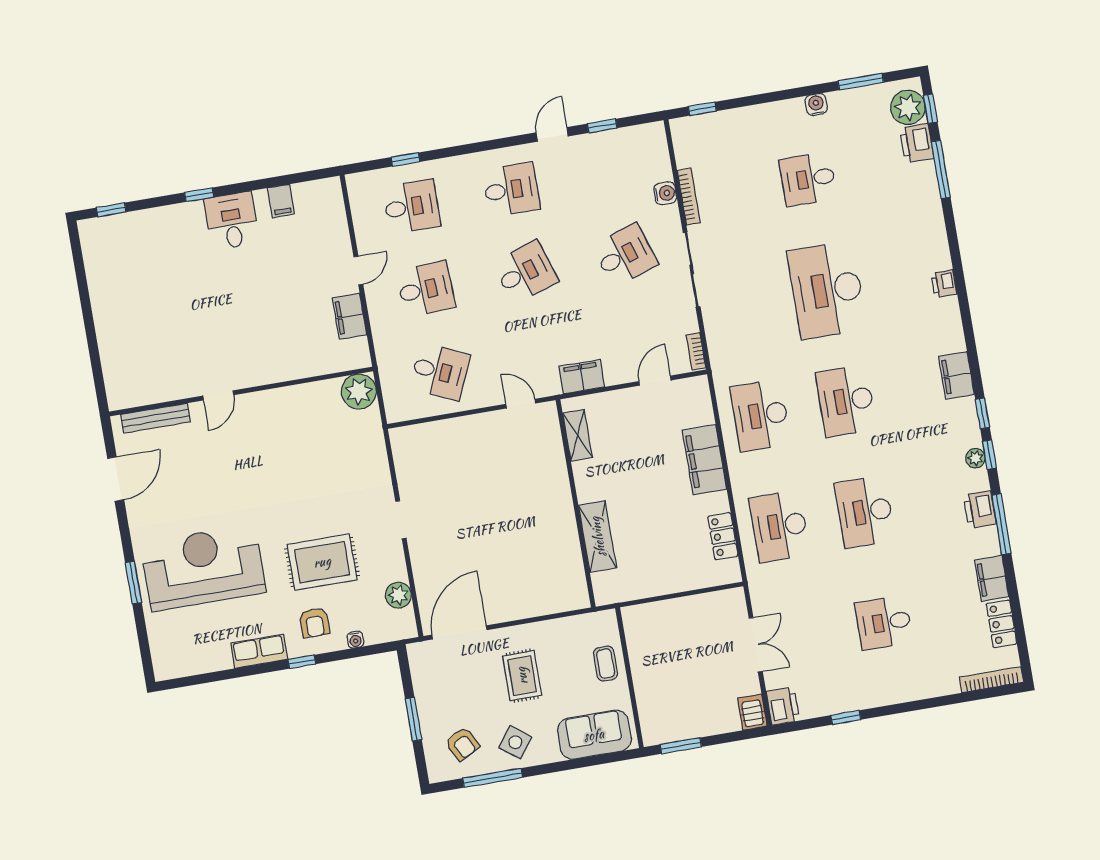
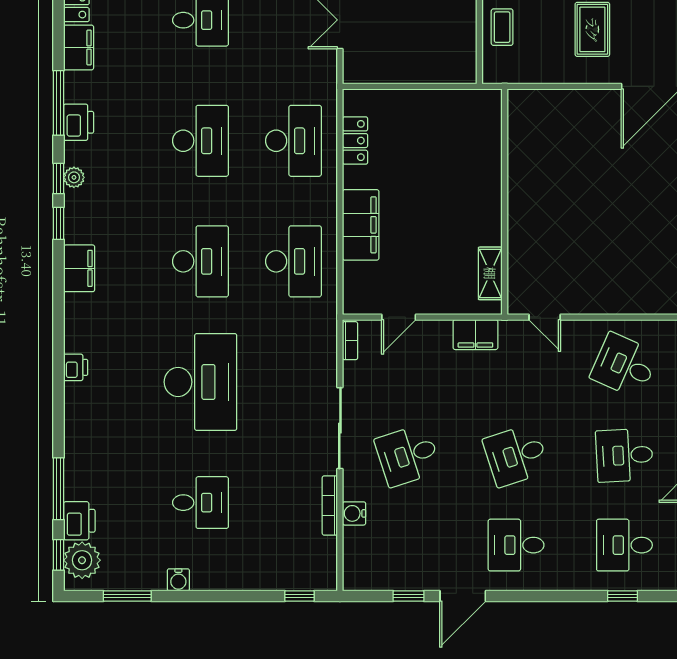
door: (552, 134) -> (463, 596), width x1.38
shelving: (598, 537) -> (488, 163), removed

